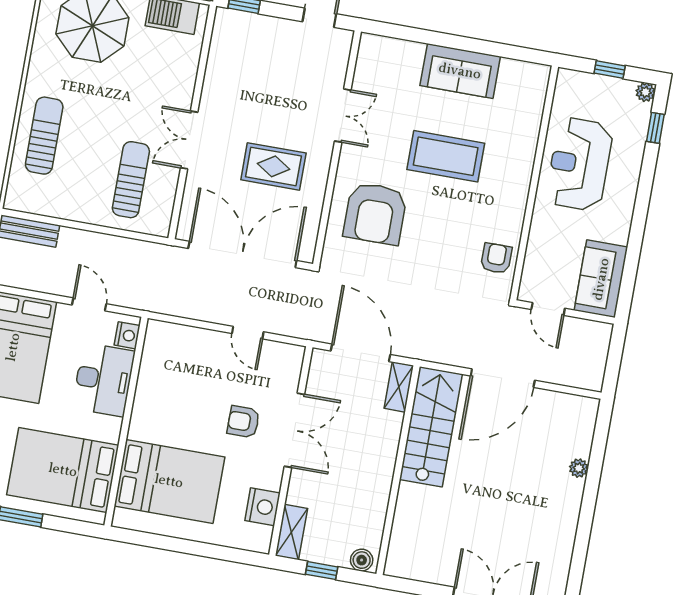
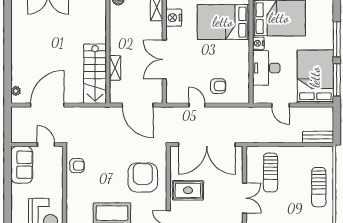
rug: (273, 166) -> (188, 190), moved
armchair: (496, 258) -> (77, 166), turned -90
nightstand: (127, 335) -> (258, 43), moved
door: (503, 378) -> (47, 105), moved
shelving: (399, 387) -> (115, 68), moved
armchair: (243, 422) -> (218, 86), moved
plant: (579, 468) -> (16, 91), moved

